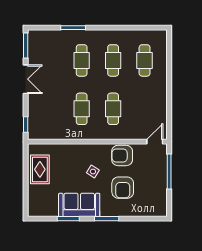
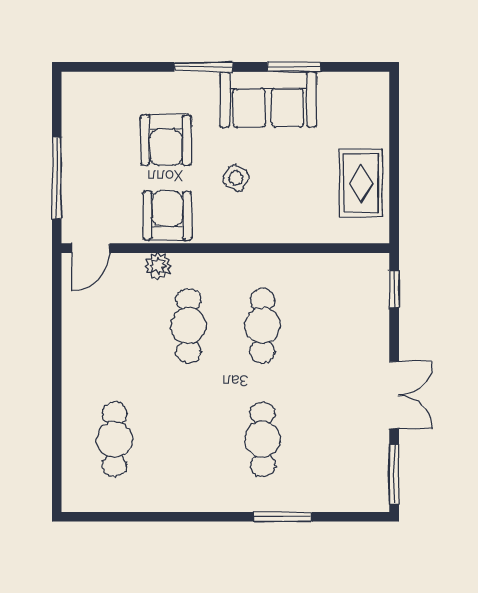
cafe table: (113, 60) -> (188, 439), removed
double door: (26, 79) -> (394, 395), swing flipped
plant: (126, 134) -> (158, 266), added
armchair: (122, 155) -> (167, 216), turned -90
armchair: (123, 188) -> (166, 140), turned 180

